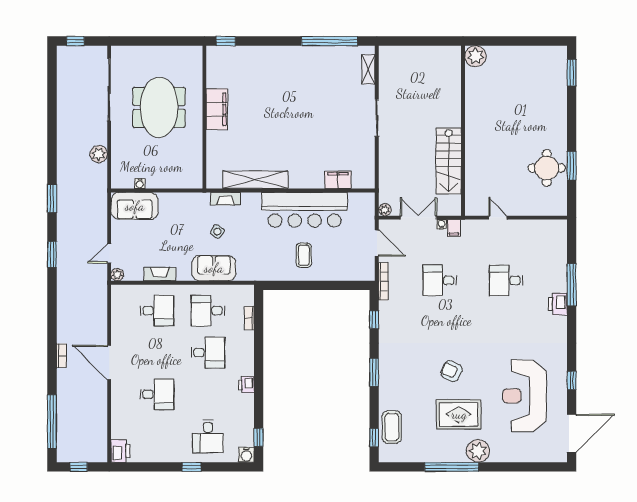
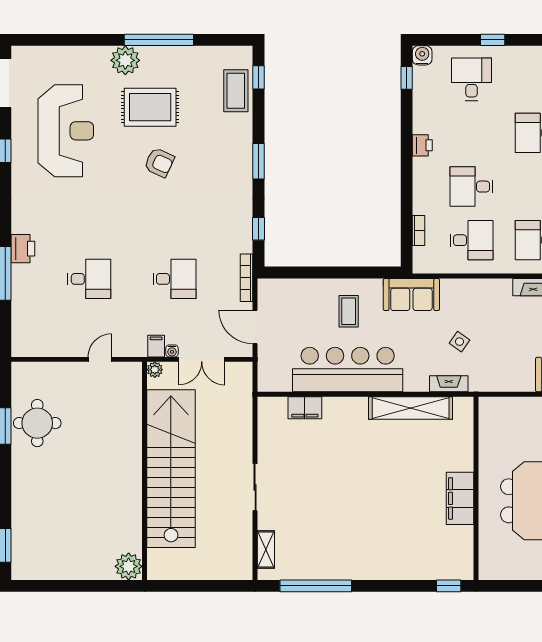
stairs: (449, 161) -> (171, 469), width x1.86, depth x1.51
plant: (385, 210) -> (155, 370), moved
door: (498, 218) -> (100, 359), swing flipped
sofa: (214, 268) -> (411, 295), moved

